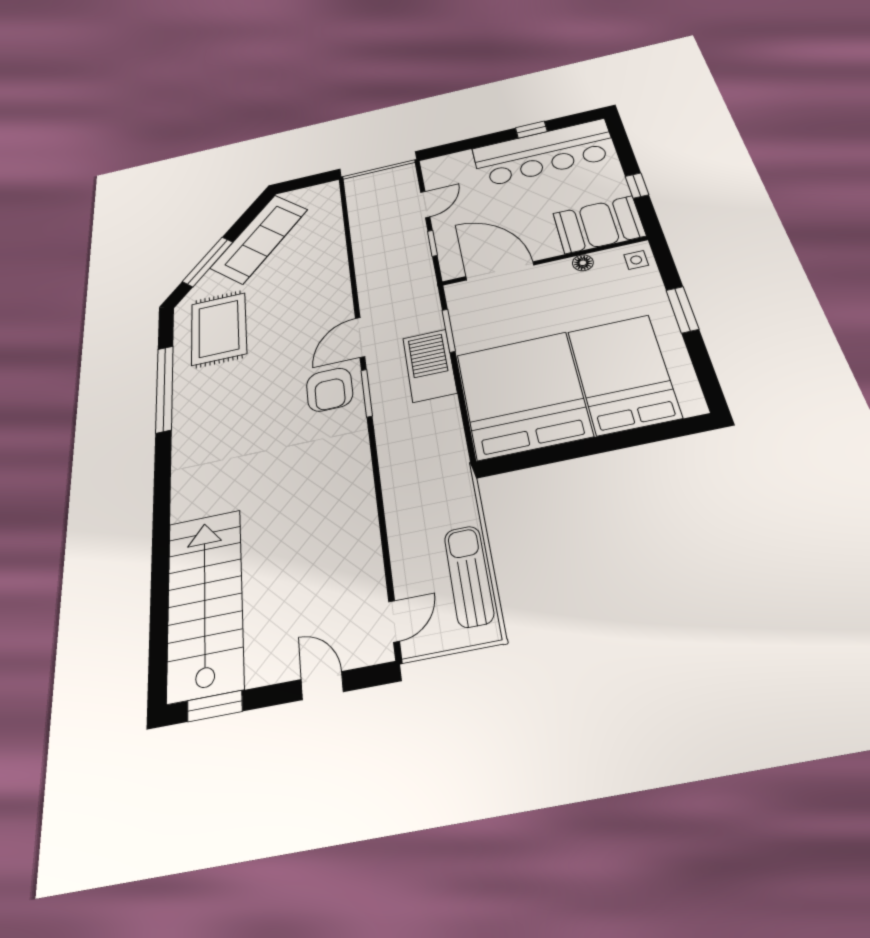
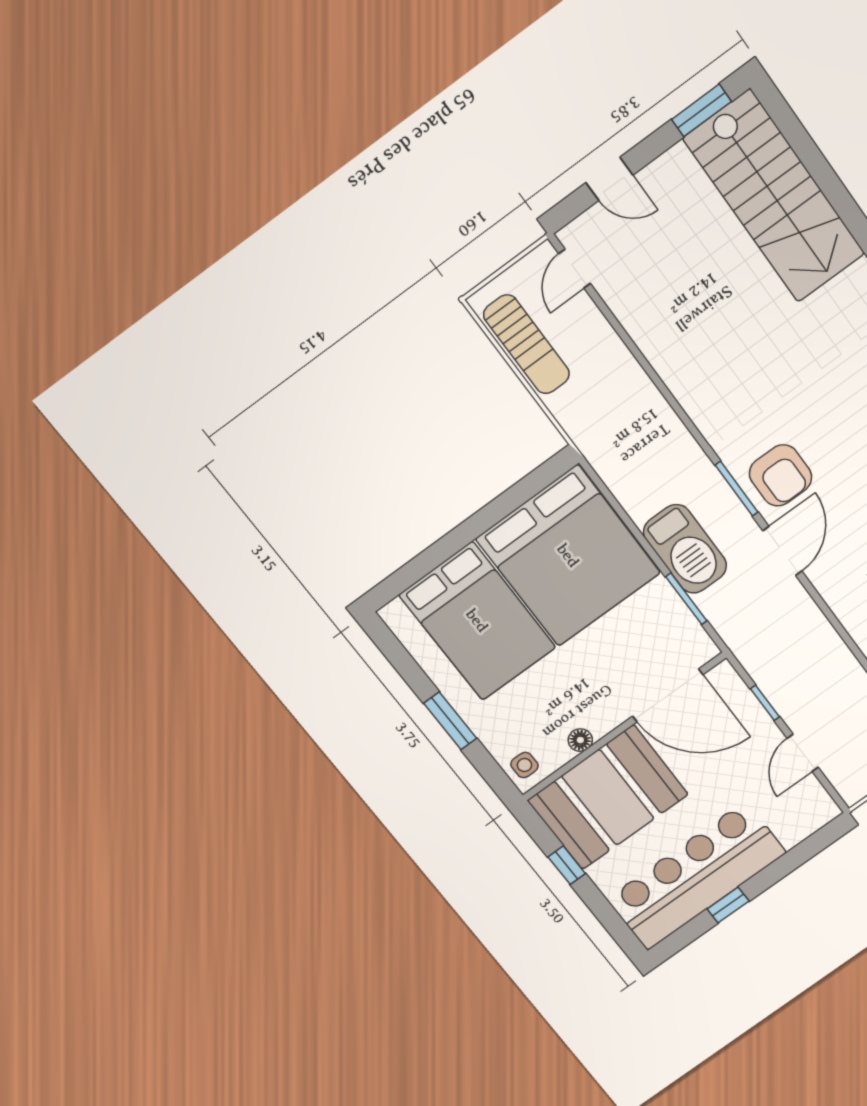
booth: (599, 225) -> (608, 797), width x1.36, depth x1.42
armchair: (330, 390) -> (781, 475), turned 180

